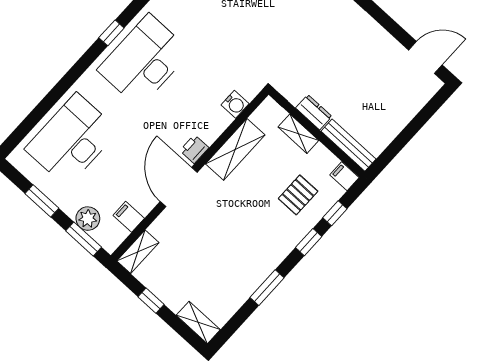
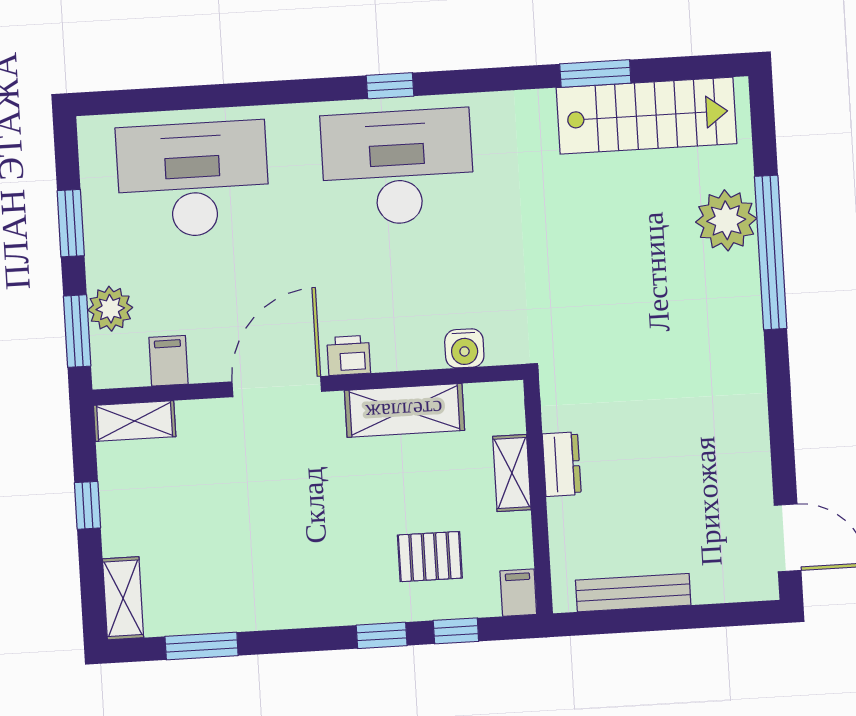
bench: (349, 145) -> (633, 593), moved, turned 90
window: (267, 288) -> (202, 646), moved

